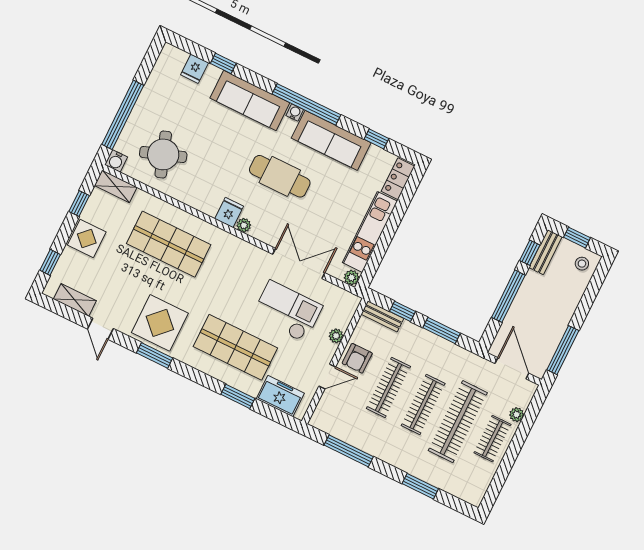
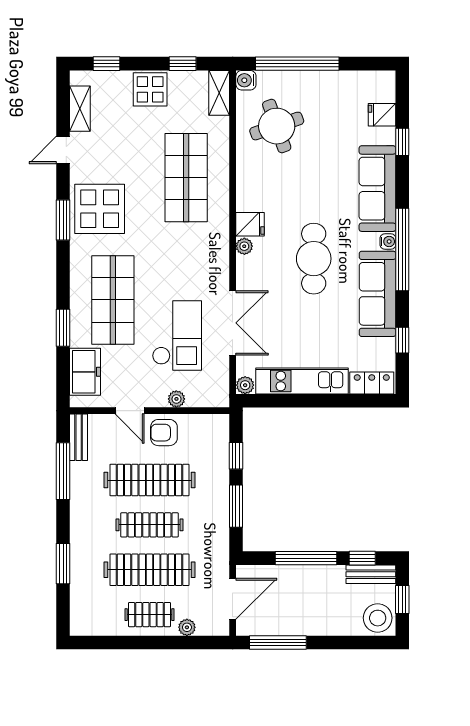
stool: (582, 264) -> (378, 618), width x1.89, depth x1.89
bench: (382, 316) -> (79, 437), moved
clothes rail: (388, 387) -> (149, 480), width x1.37, depth x1.31

